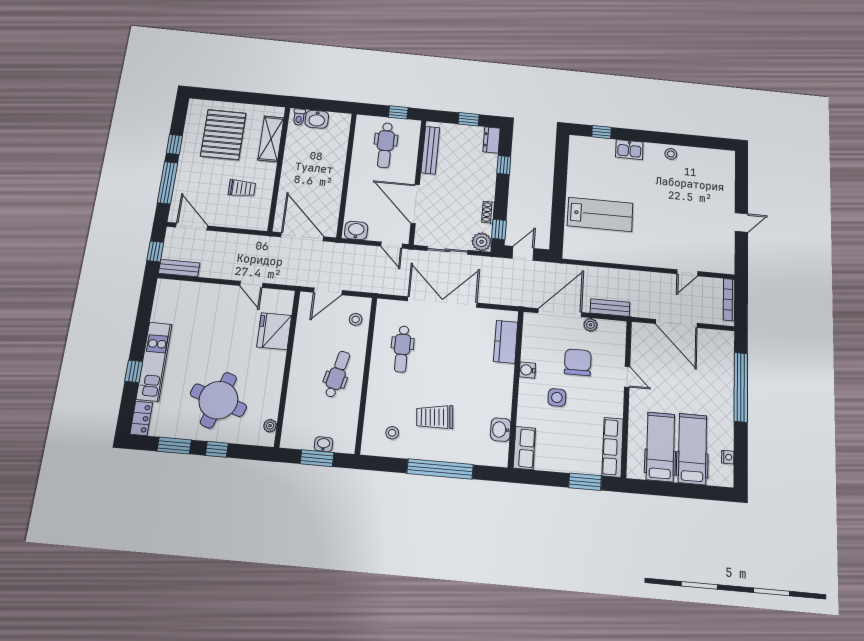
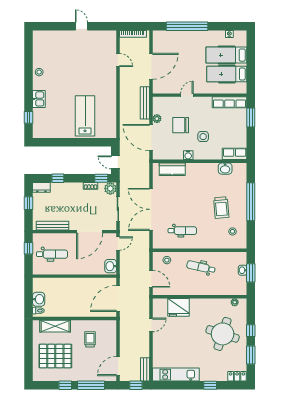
bench: (610, 308) -> (145, 103), width x1.36
kitchen unit: (154, 362) -> (176, 375), moved

